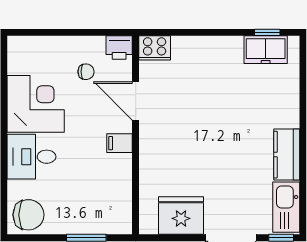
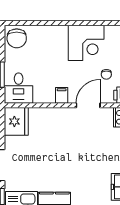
desk: (31, 157) -> (19, 88), moved, turned 180
fridge: (181, 215) -> (16, 121), moved

